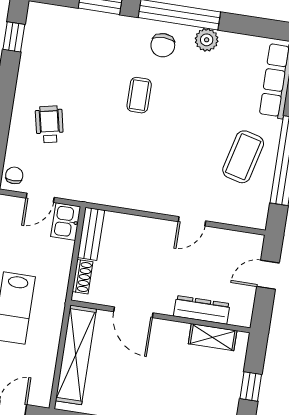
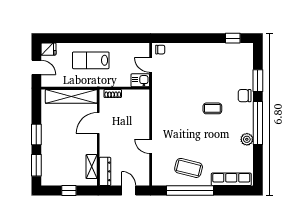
chair: (163, 45) -> (245, 96), moved
wheelchair: (49, 124) -> (190, 64), removed
bench: (91, 234) -> (136, 94), removed
dresser: (202, 310) -> (105, 171), moved

